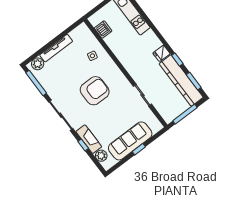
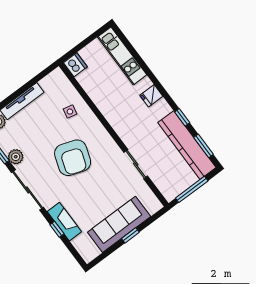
dishwasher: (103, 29) -> (75, 65), moved
fridge: (161, 53) -> (151, 96), moved
armchair: (95, 91) -> (73, 158), turned 109
plant: (101, 156) -> (16, 157), moved

